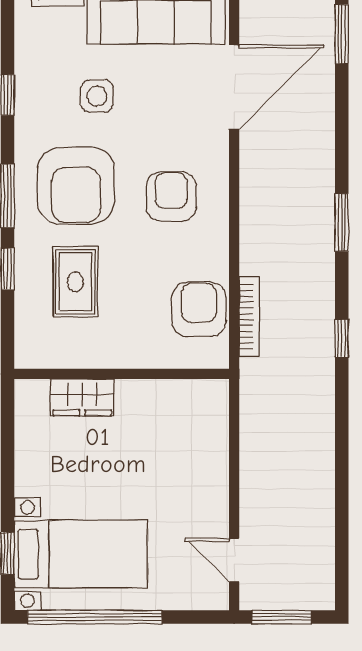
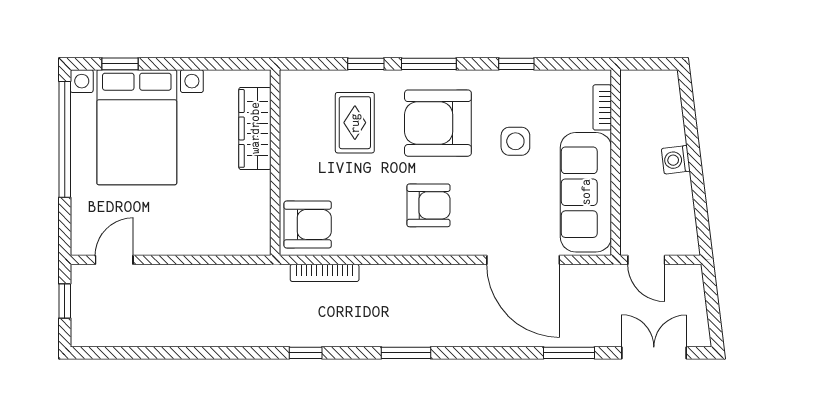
rug: (75, 282) -> (355, 123), turned 90
armchair: (199, 309) -> (308, 224), moved
wardrobe: (82, 397) -> (255, 128), width x1.50
bed with nightstands: (81, 554) -> (137, 127), width x1.36
window: (282, 617) -> (65, 301), width x0.67

